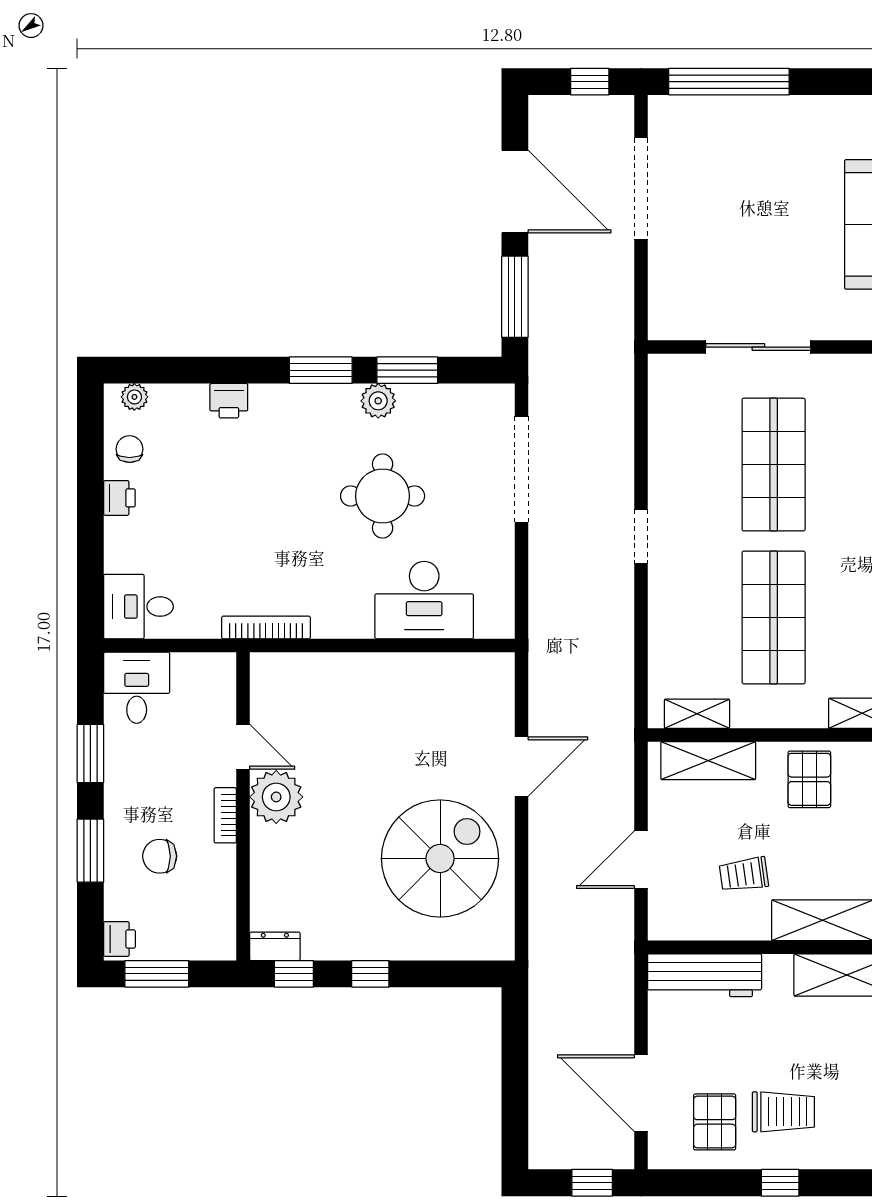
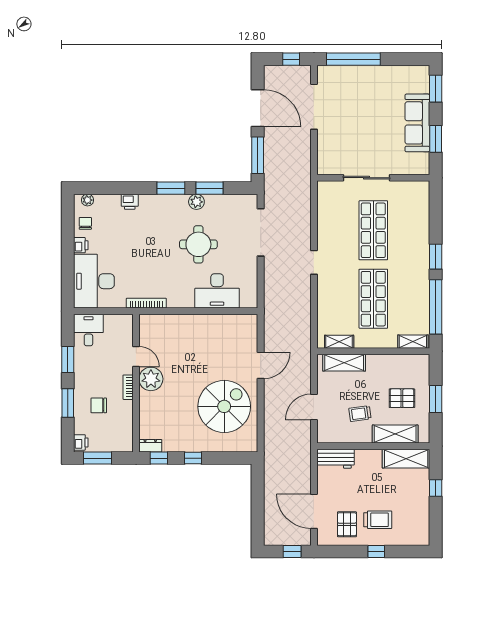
desk: (138, 607) -> (94, 281), width x1.87, depth x1.30
pallet: (809, 779) -> (402, 398), moved, turned 90
workbench: (705, 975) -> (335, 459), width x0.73

